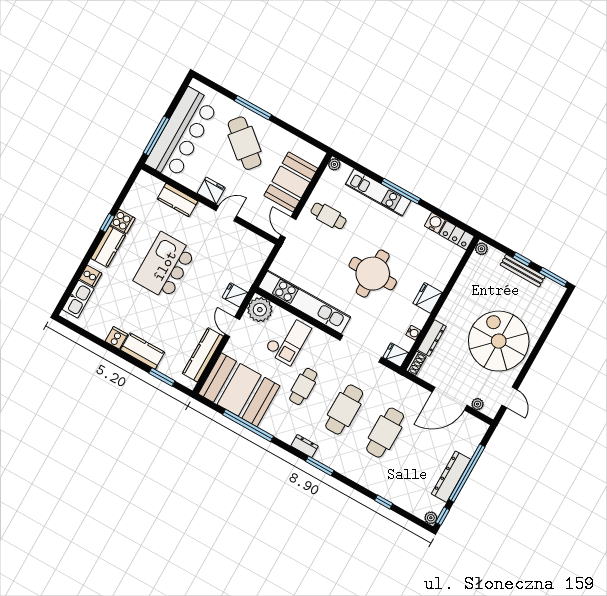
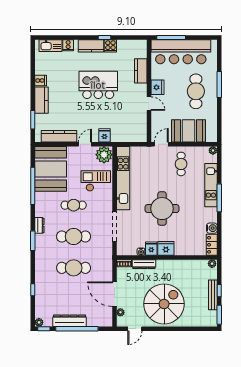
cafe table: (245, 143) -> (196, 91), turned -40
checkout: (288, 340) -> (96, 181), turned 180
fridge: (396, 355) -> (151, 249), moved

